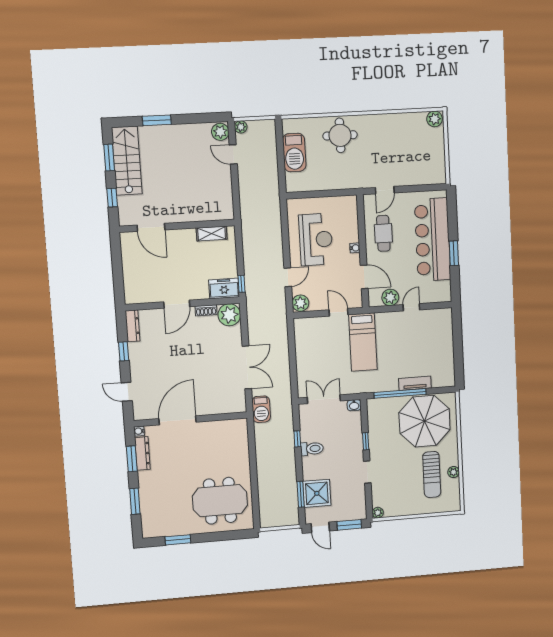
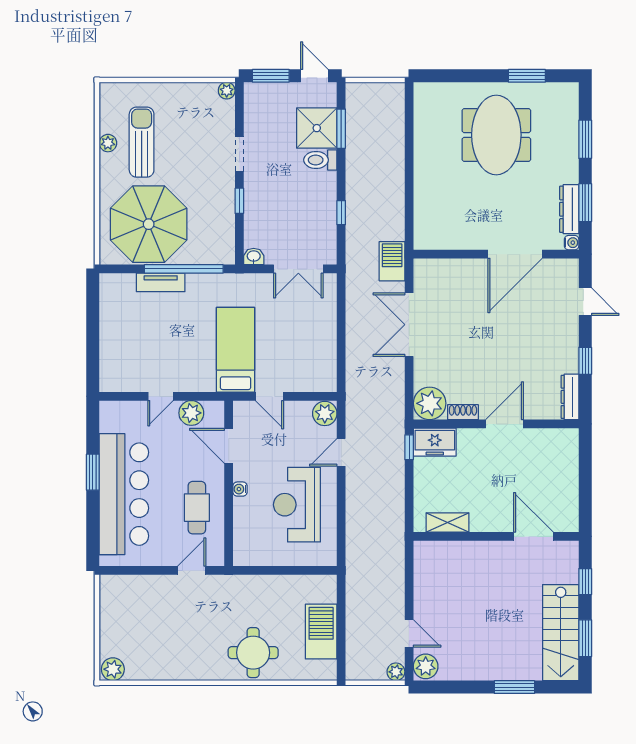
toilet: (312, 449) -> (320, 160), moved
meeting table: (220, 501) -> (496, 135), moved, turned 90

